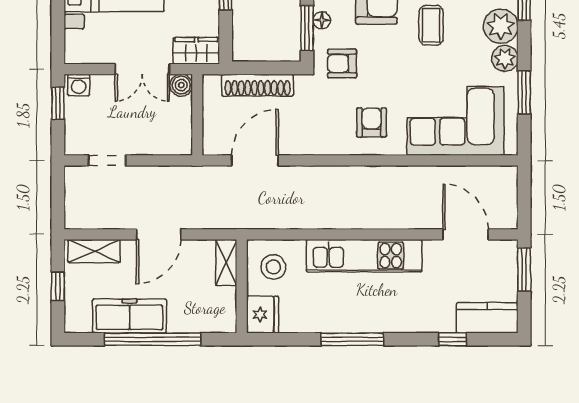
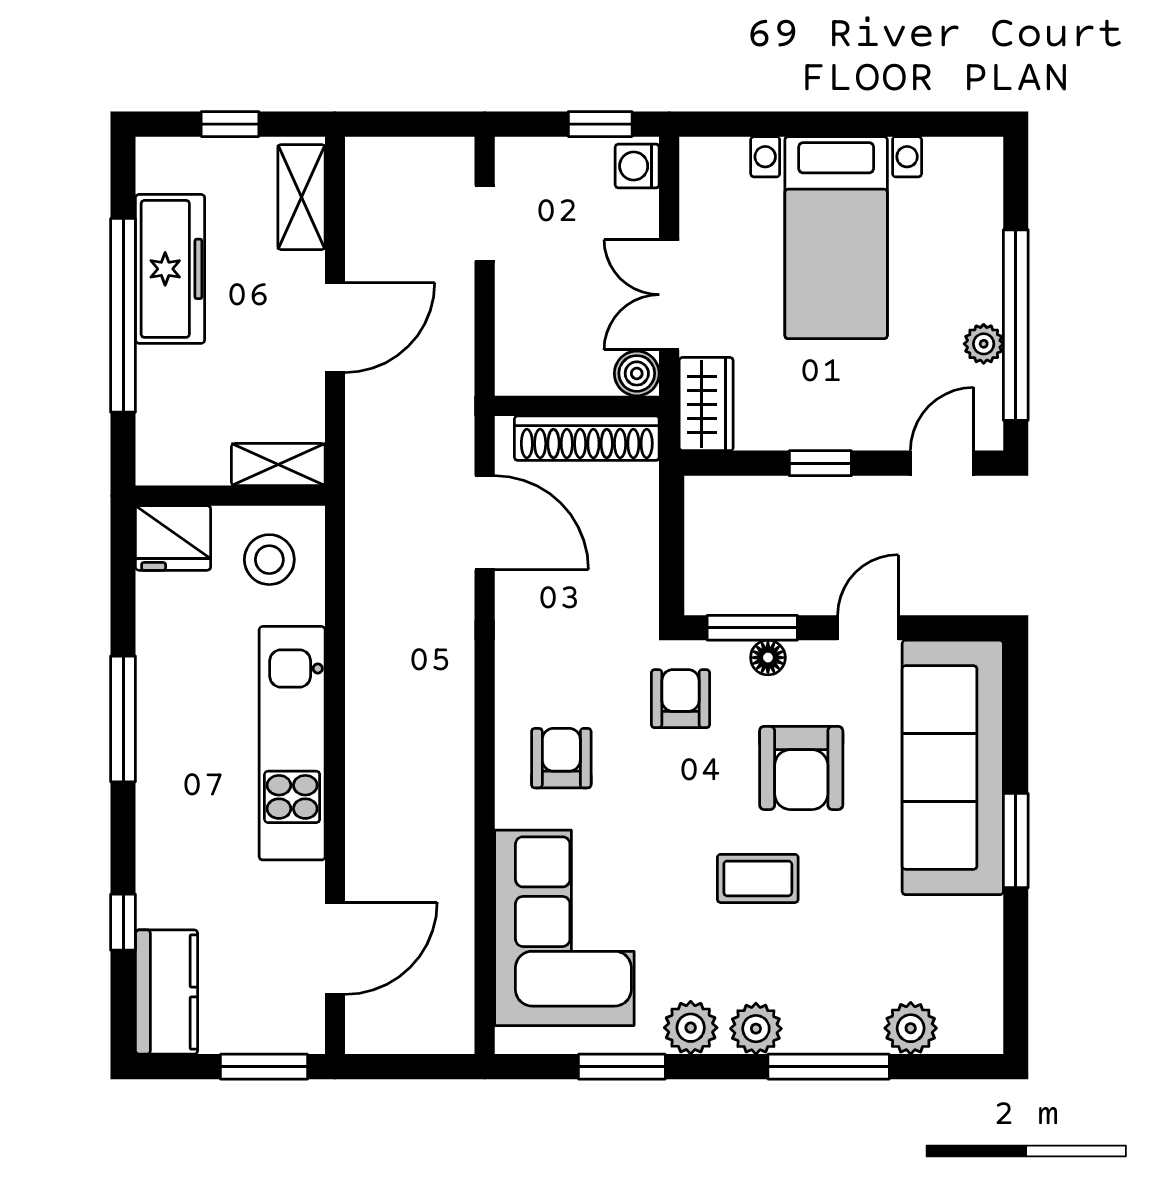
plant: (501, 26) -> (756, 1029), width x0.73, depth x0.73
shoe rack: (258, 85) -> (587, 438), moved, turned -90
armchair: (372, 122) -> (561, 758), turned -90
door: (159, 234) -> (335, 328), swing flipped

